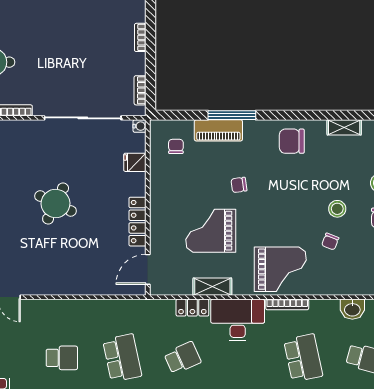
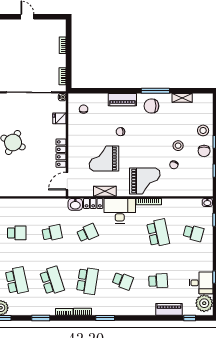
window: (232, 115) -> (155, 91), moved
piano: (218, 130) -> (122, 100), moved
washbasin: (352, 309) -> (75, 204), moved
school desk: (122, 358) -> (52, 233), width x0.54

